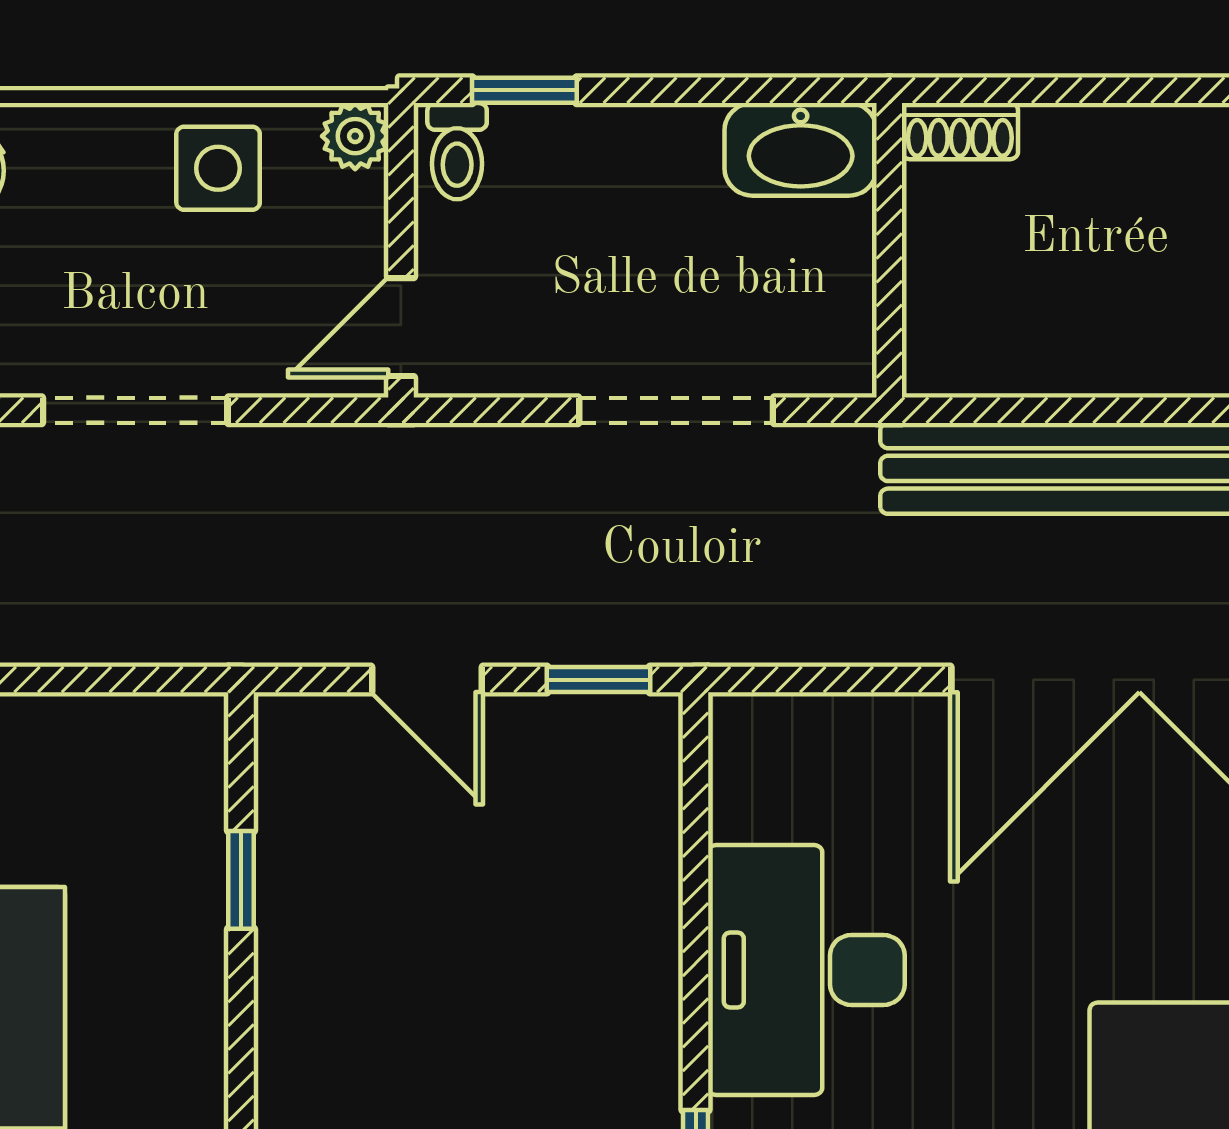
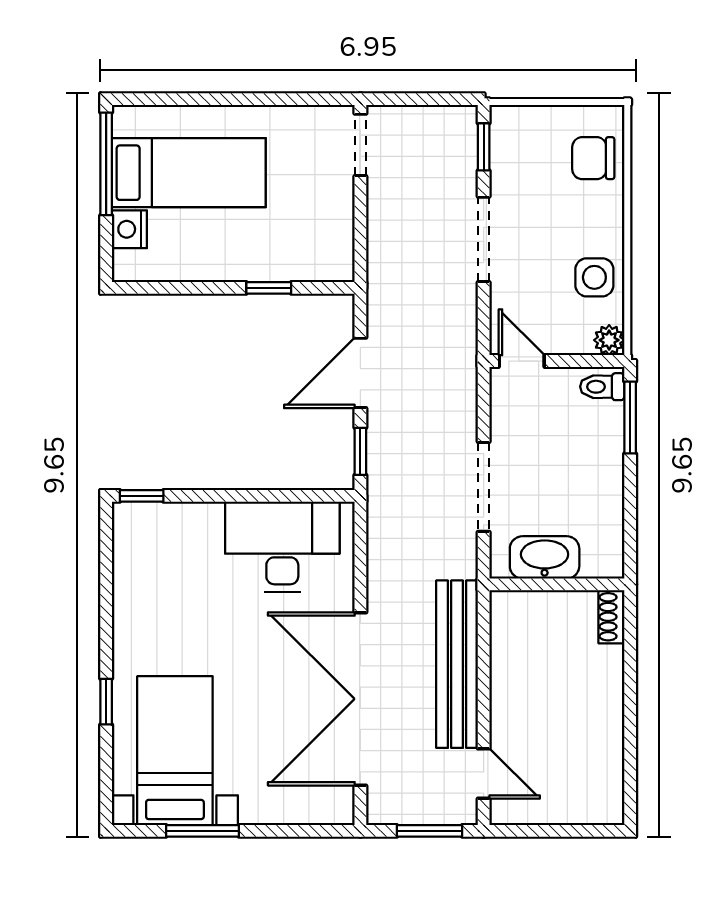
window: (524, 90) -> (630, 417), width x1.50
washbasin: (801, 149) -> (545, 557), moved, turned 90
door: (427, 680) -> (360, 373), width x1.38
desk: (806, 970) -> (282, 547), moved

